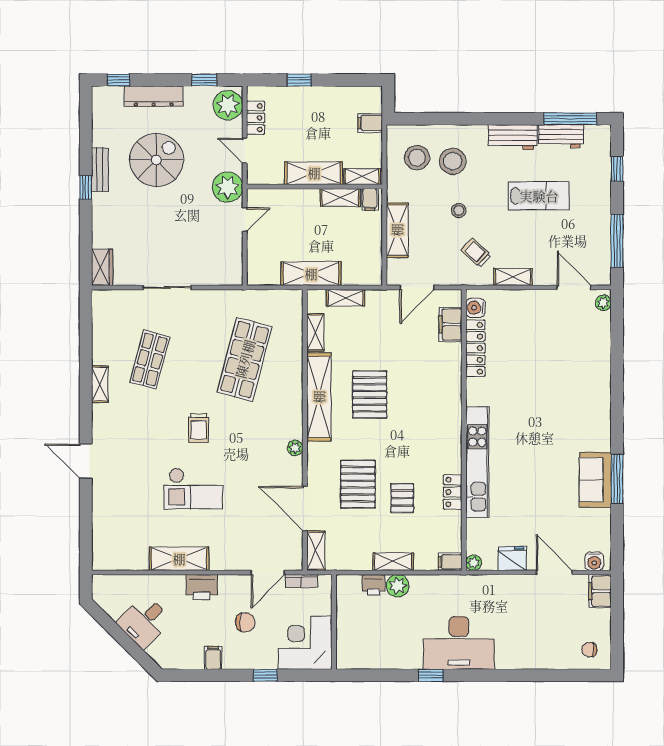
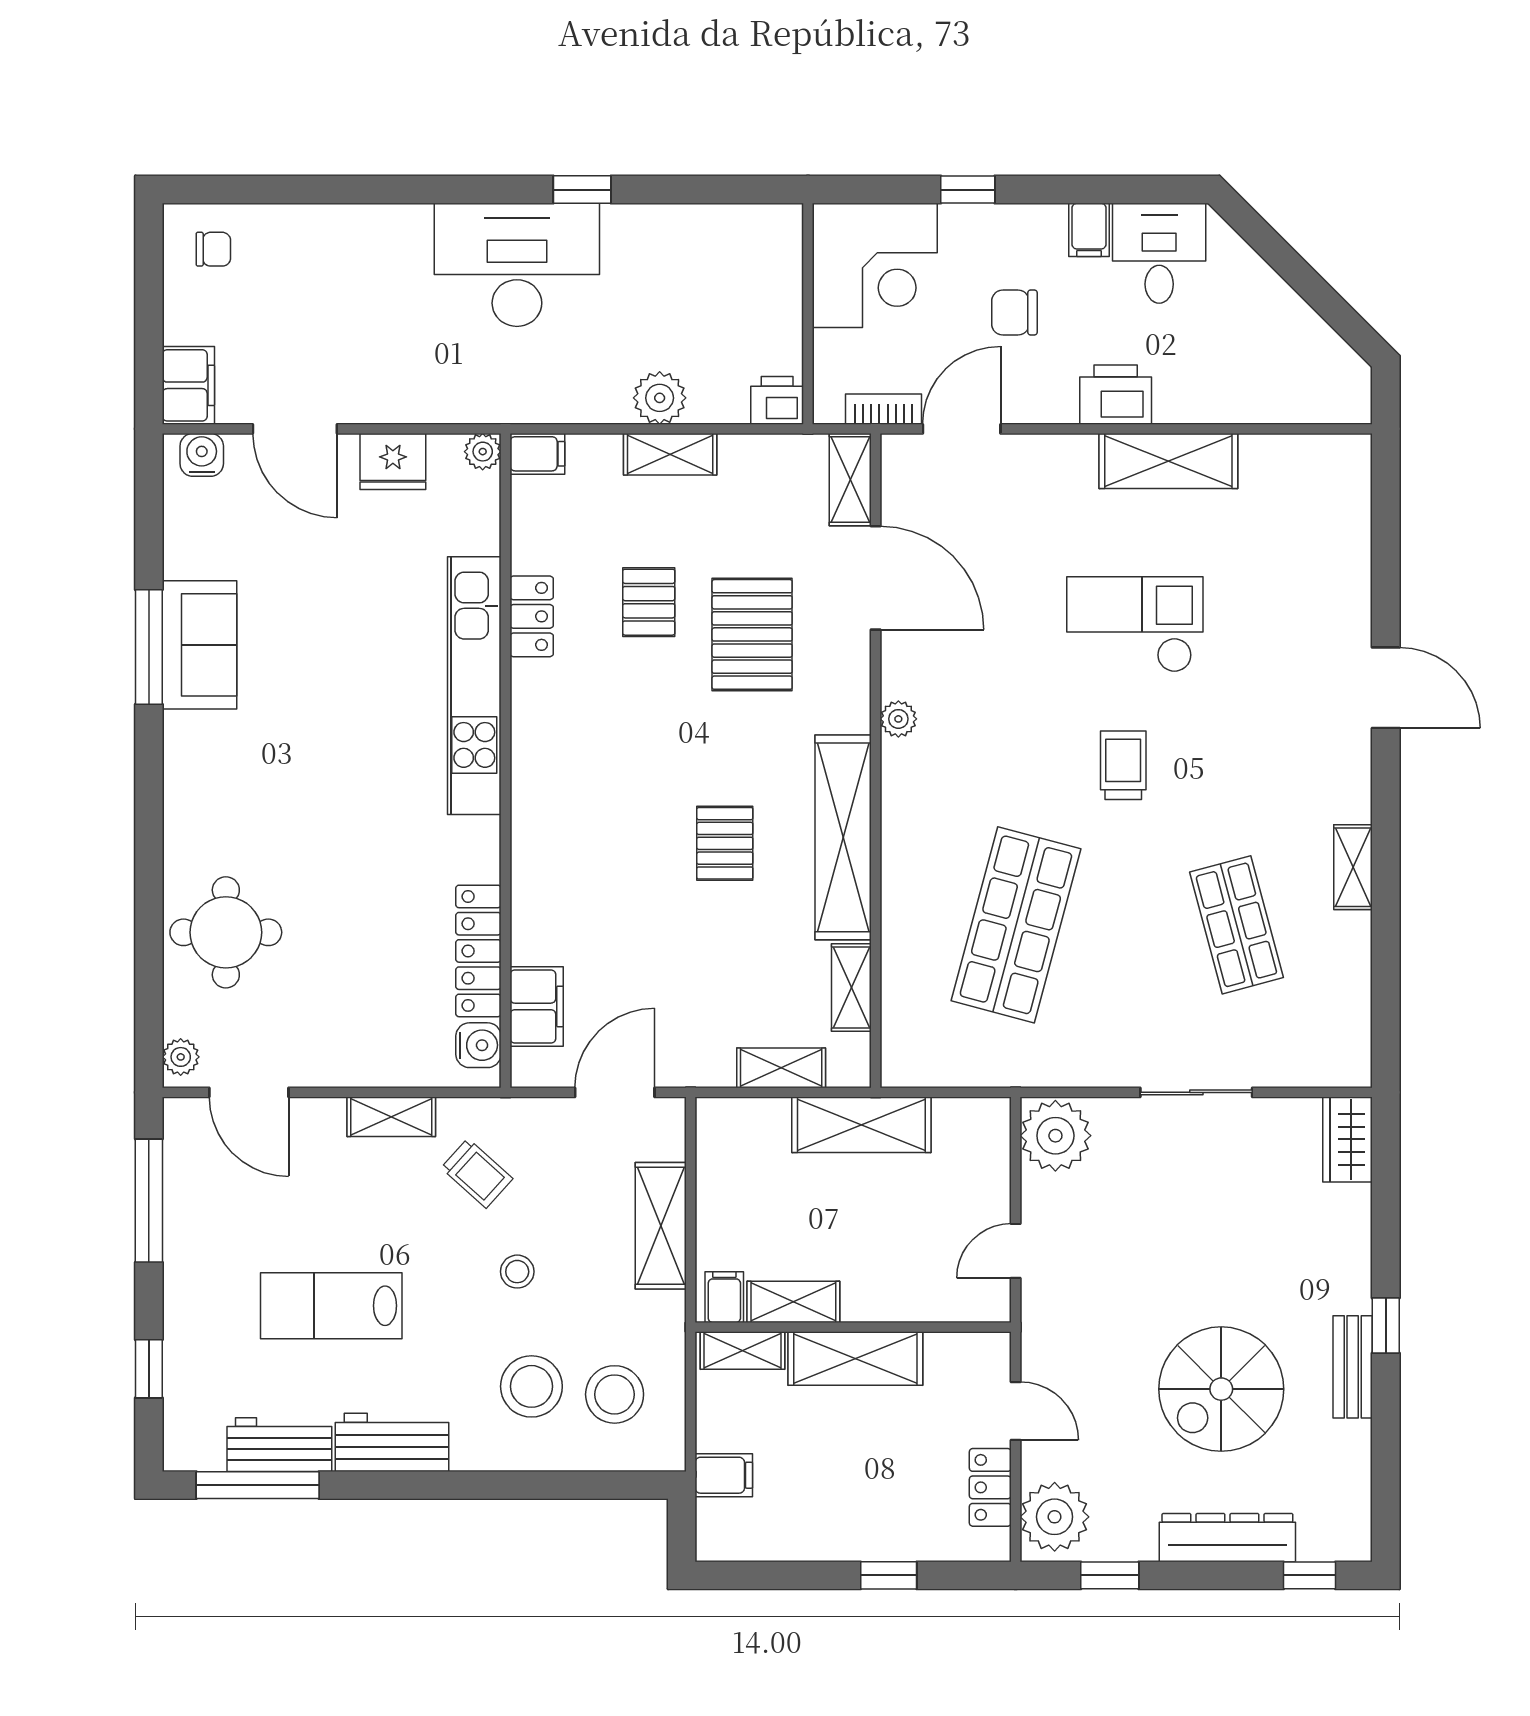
plant: (228, 187) -> (1055, 1136), moved
round table: (584, 356) -> (226, 932), added
shop shelf: (150, 359) -> (1236, 925), turned -30
pallet: (370, 394) -> (725, 843), width x0.67, depth x0.71
printer: (373, 585) -> (777, 400), moved
desk: (144, 621) -> (1159, 253), moved, turned -45

